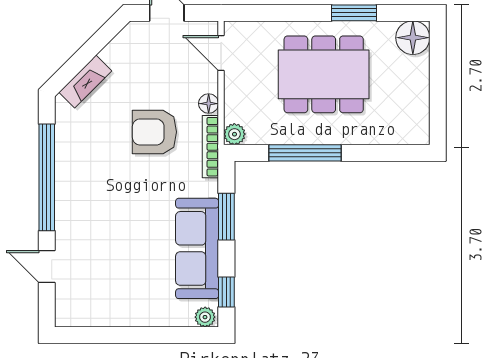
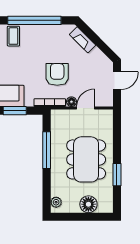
floor lamp: (413, 38) -> (88, 204), moved
door: (221, 53) -> (86, 108), moved
plant: (234, 134) -> (56, 202), moved
coffee table: (78, 219) -> (13, 36), added

